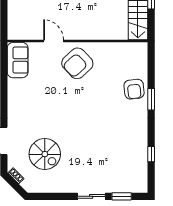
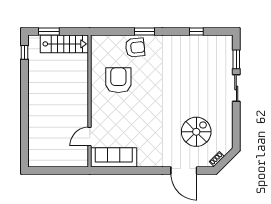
door: (54, 41) -> (90, 137), moved
sofa: (18, 60) -> (114, 157), width x1.36
armchair: (77, 63) -> (118, 80), moved, turned -137

